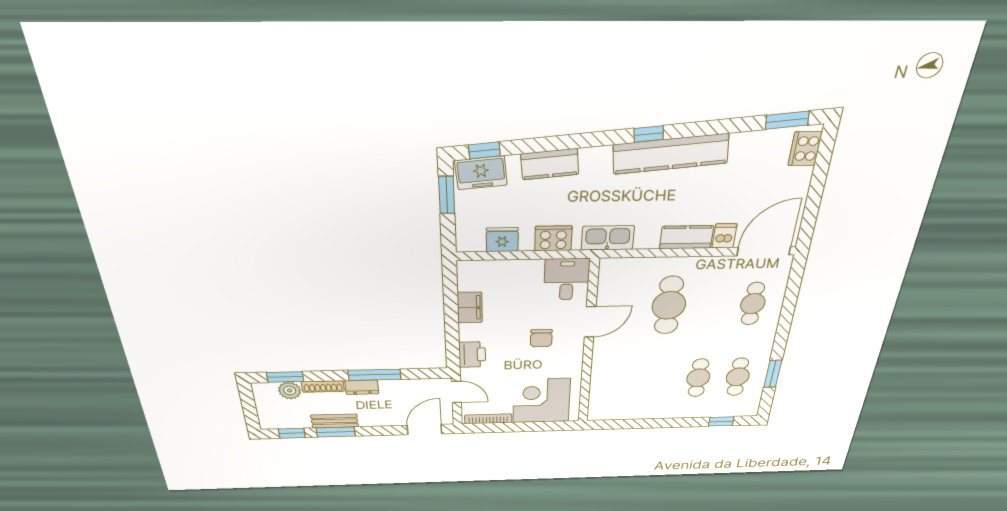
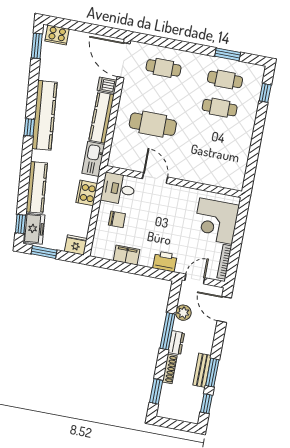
kitchen counter: (550, 164) -> (37, 187), width x1.50
kitchen counter: (686, 237) -> (102, 117), width x1.50
fridge: (502, 240) -> (76, 245), moved, turned 90
chair: (541, 338) -> (117, 219), moved
plant: (290, 391) -> (183, 313), moved

